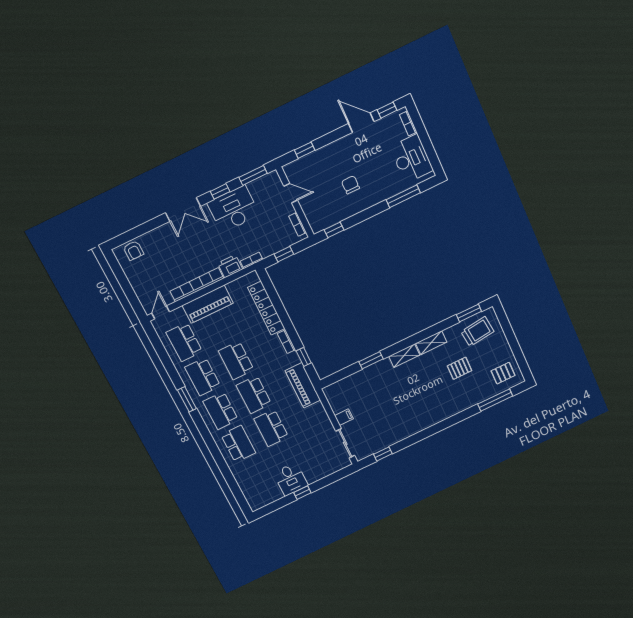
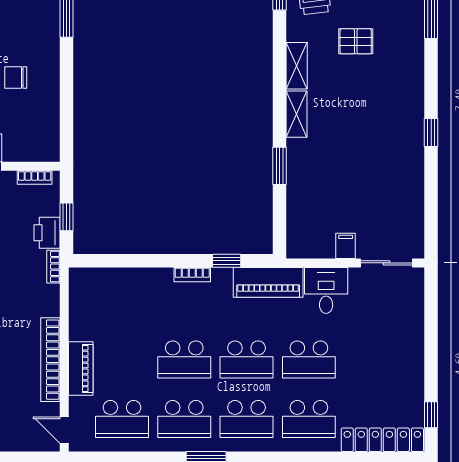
window: (334, 230) -> (67, 130), removed
printer: (230, 266) -> (47, 233), moved
piano: (208, 304) -> (81, 368), width x0.73, depth x0.75
locker: (266, 308) -> (382, 440), moved, turned 180
pallet: (460, 368) -> (356, 41), turned 90
school desk: (238, 444) -> (309, 419), turned 180
window: (383, 454) -> (431, 132), moved
desk: (291, 479) -> (326, 290), moved, turned -90
window: (302, 493) -> (431, 415), moved

